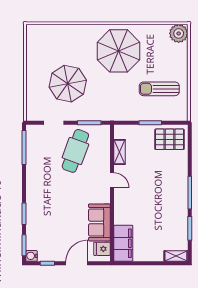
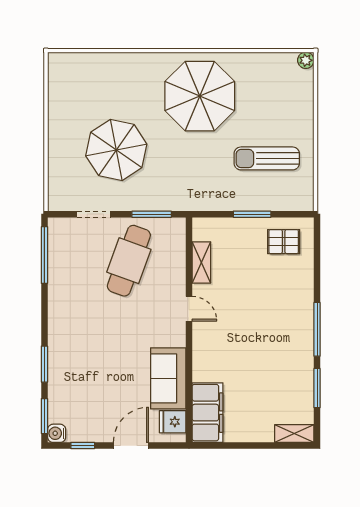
plant: (179, 33) -> (306, 60), width x0.53, depth x0.53
pallet: (169, 139) -> (284, 242), width x0.67, depth x0.71

